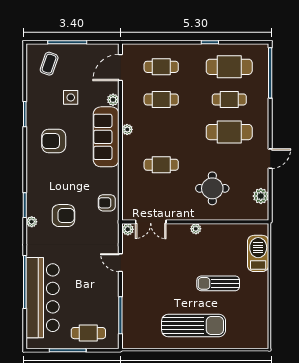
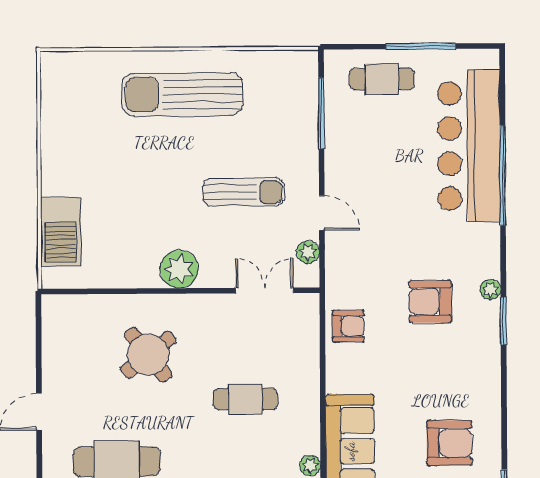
round table: (212, 188) -> (148, 355), turned -38
plant: (261, 196) -> (56, 341), removed
plant: (128, 229) -> (308, 252), moved
plant: (196, 229) -> (179, 269), width x1.88, depth x1.88
sun lounger: (218, 283) -> (244, 192), moved

